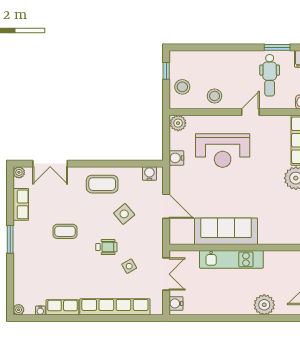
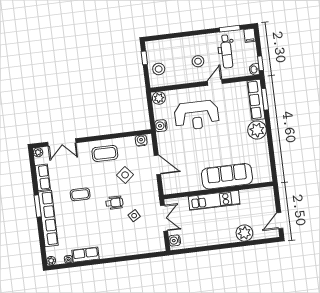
stool: (215, 96) -> (198, 61), moved
sofa: (226, 231) -> (227, 176), moved
row of seats: (115, 307) -> (48, 219), moved, turned 90

